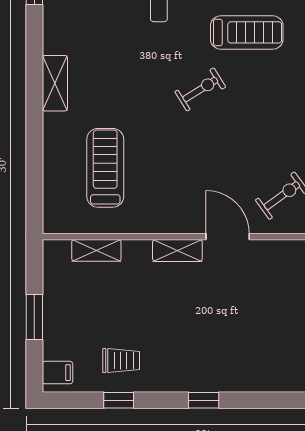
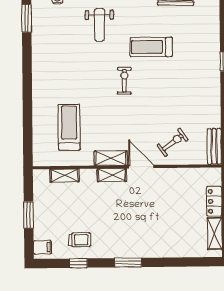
treadmill: (247, 32) -> (151, 47), turned 180
shelving: (55, 83) -> (111, 158), moved, turned 90
exercise bike: (200, 89) -> (124, 81), turned -57
window: (204, 400) -> (128, 263), width x1.50

